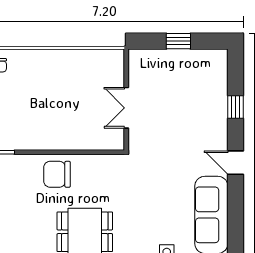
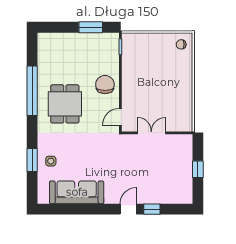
door: (103, 152) -> (120, 117), added
door: (235, 163) -> (128, 209), moved

